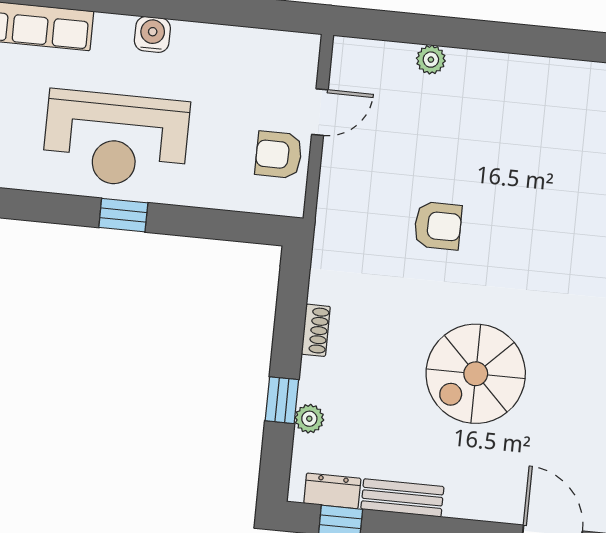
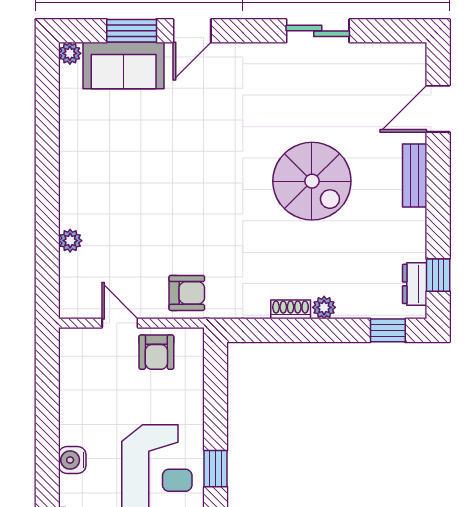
armchair: (438, 226) -> (187, 293), moved, turned 90
window: (282, 400) -> (388, 330), moved
plant: (309, 419) -> (324, 307), moved
bench: (402, 498) -> (415, 176), moved

